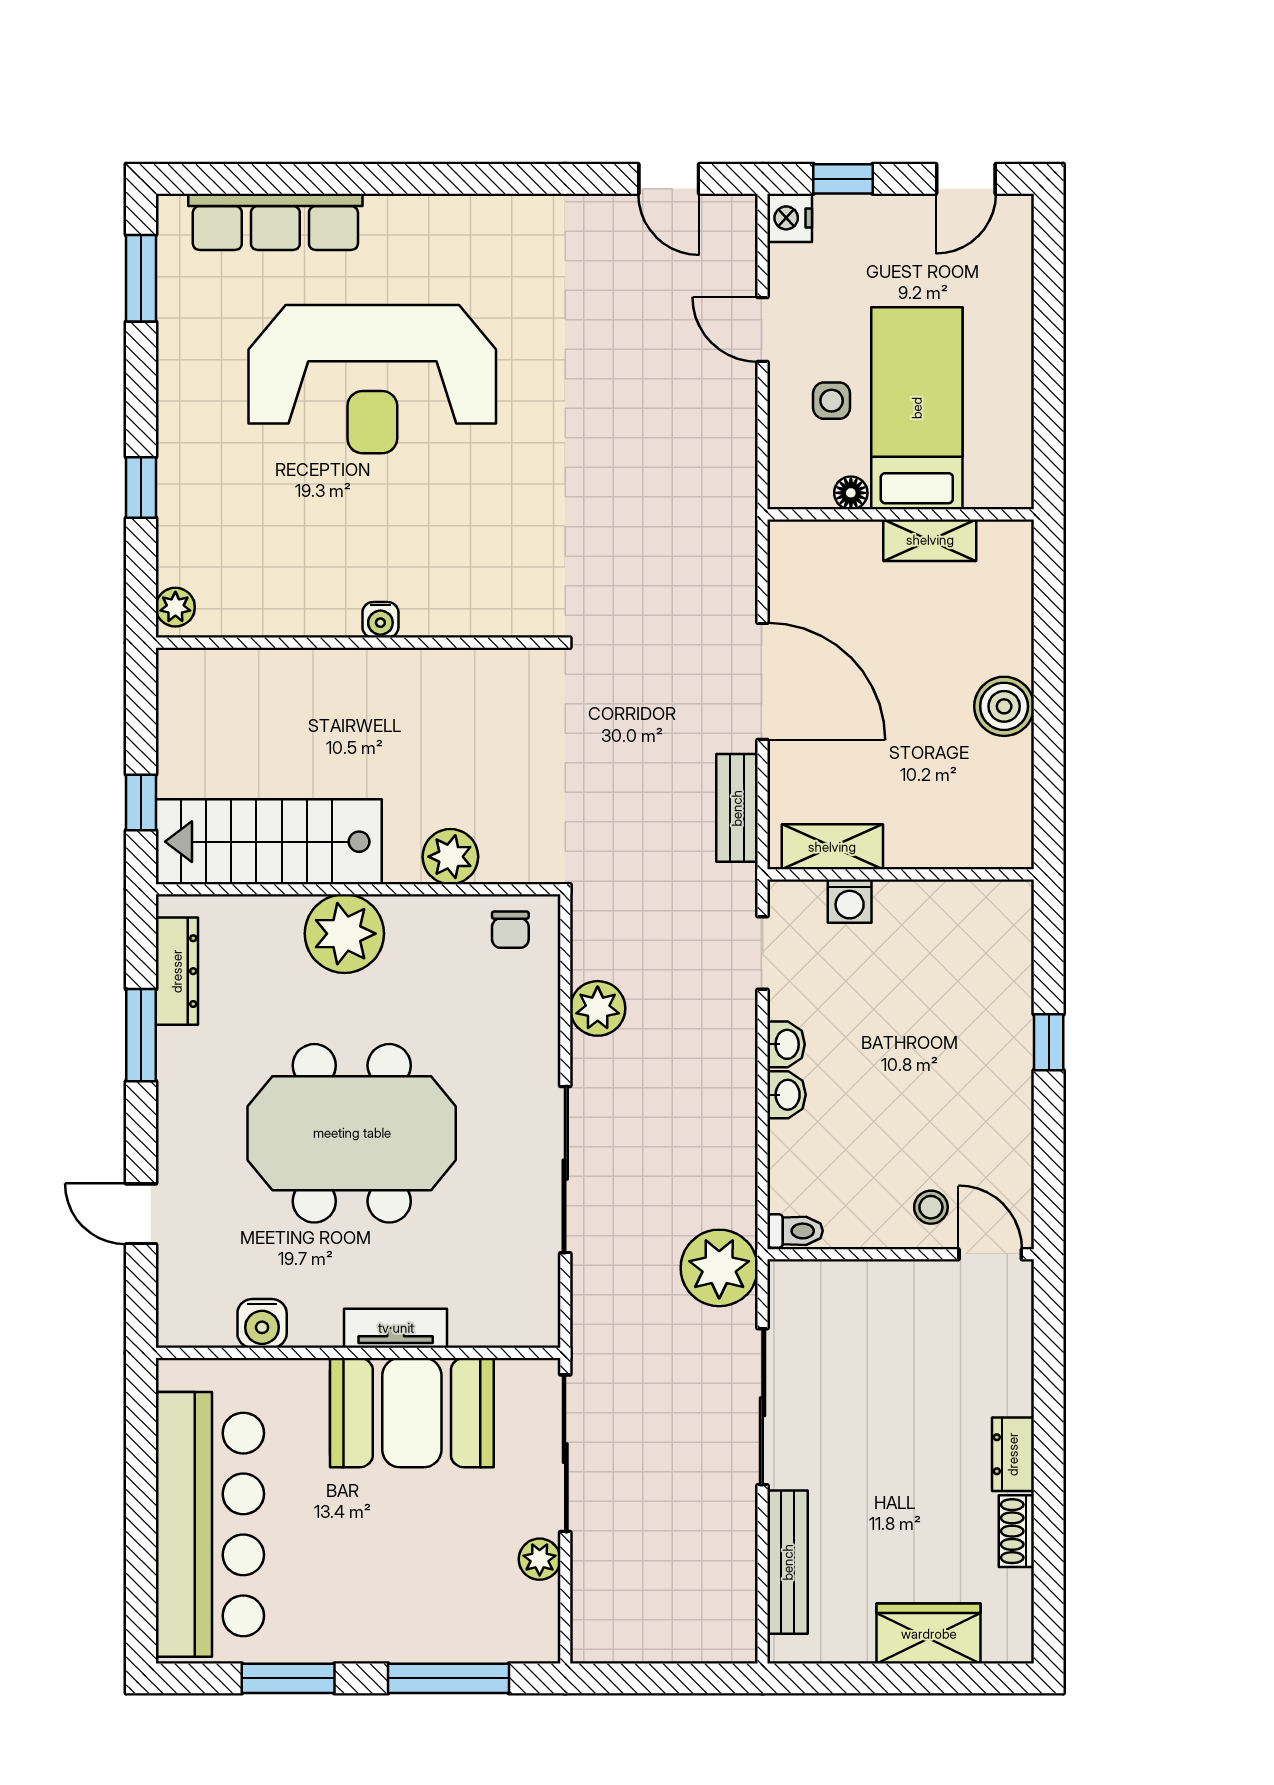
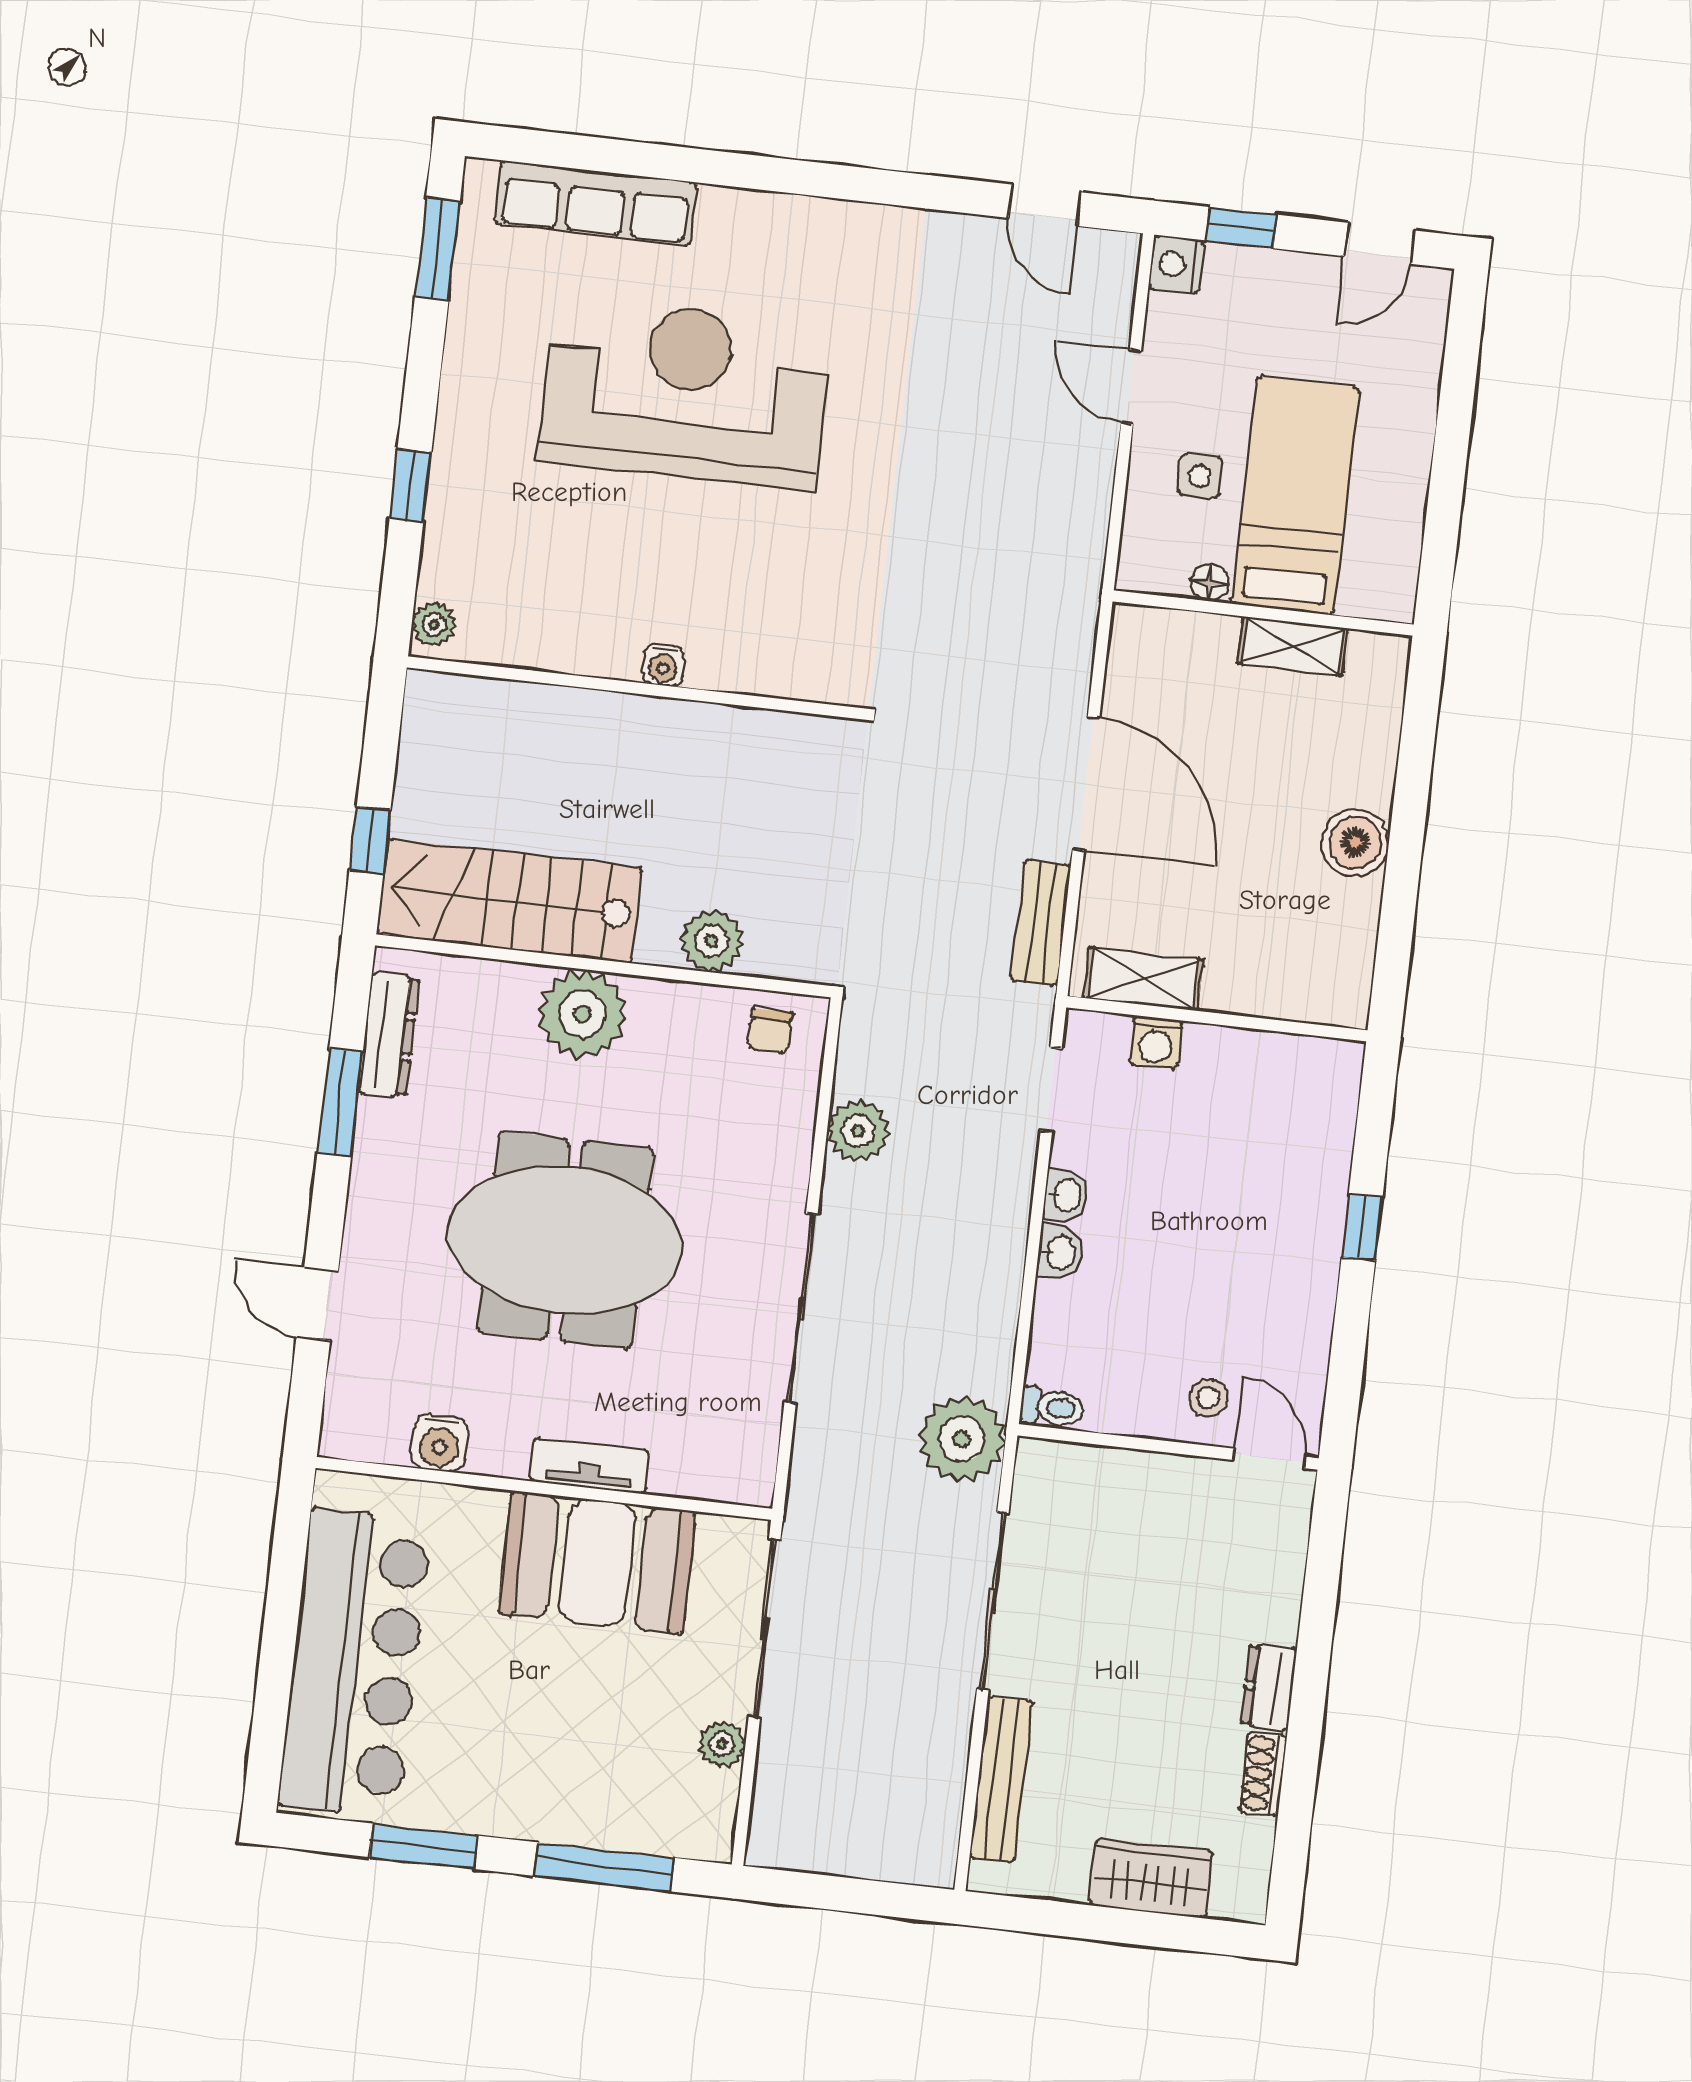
reception desk: (372, 379) -> (685, 393), turned 180

